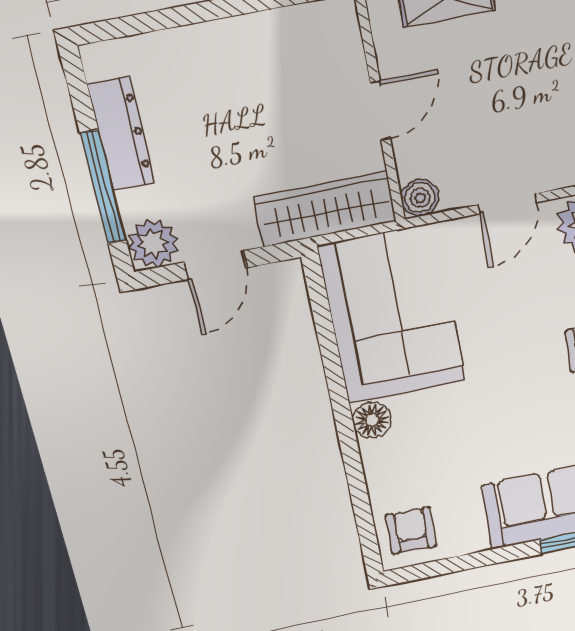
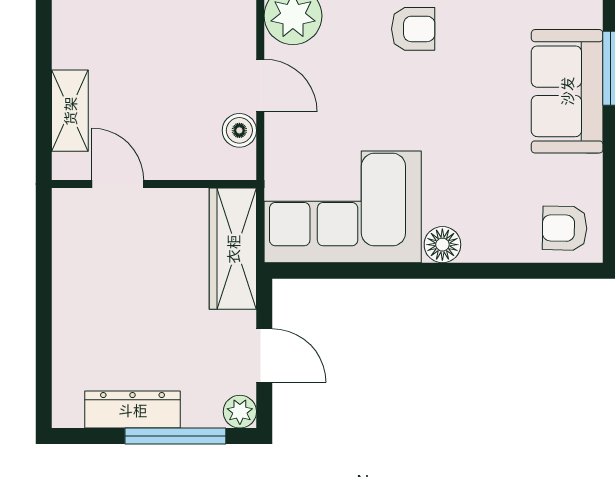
door: (380, 111) -> (118, 184), moved
boiler: (420, 198) -> (239, 130), moved
plant: (153, 243) -> (240, 412), width x0.73, depth x0.73

